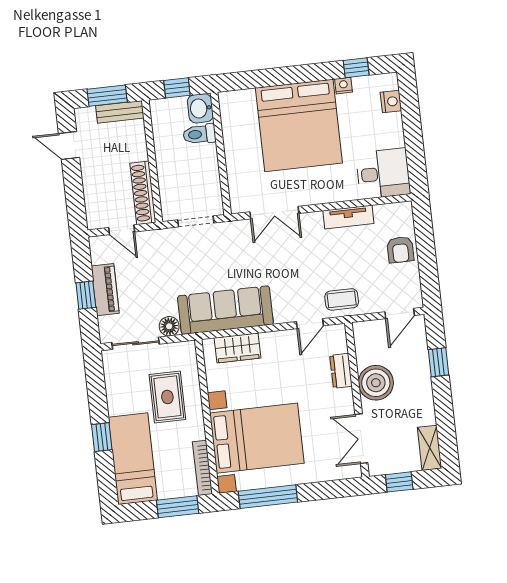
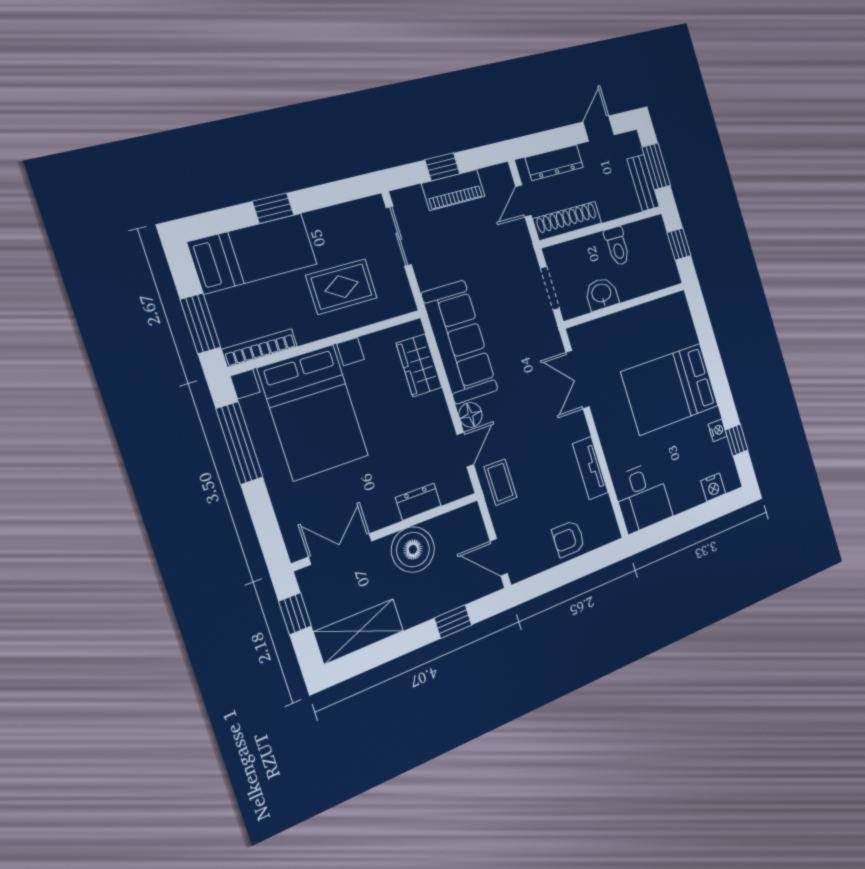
washbasin: (200, 108) -> (602, 294), moved
bed: (299, 125) -> (670, 389), width x0.73
toilet: (199, 134) -> (617, 246), moved, turned 180
dresser: (93, 194) -> (554, 162), added
door: (310, 324) -> (465, 450), swing flipped
floor lamp: (169, 326) -> (471, 415), moved
shelving: (430, 448) -> (359, 631), width x1.50, depth x1.33

